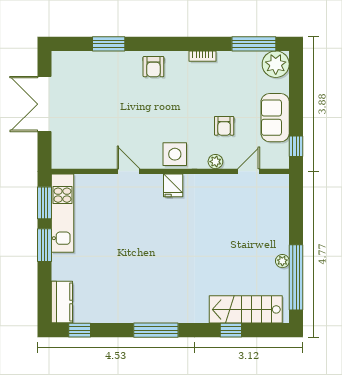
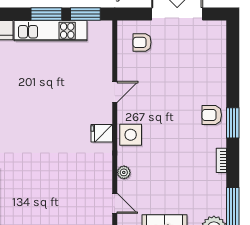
window: (109, 44) -> (233, 123), moved
armchair: (224, 126) -> (142, 42), moved
kitchen unit: (62, 213) -> (51, 31), moved

